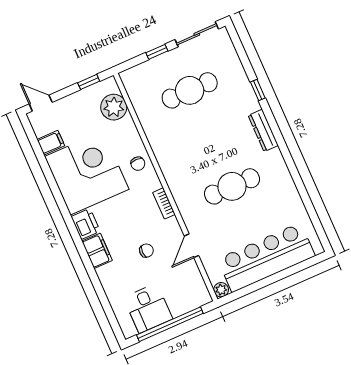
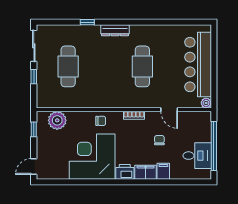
filing cabinet: (51, 143) -> (163, 171), moved

